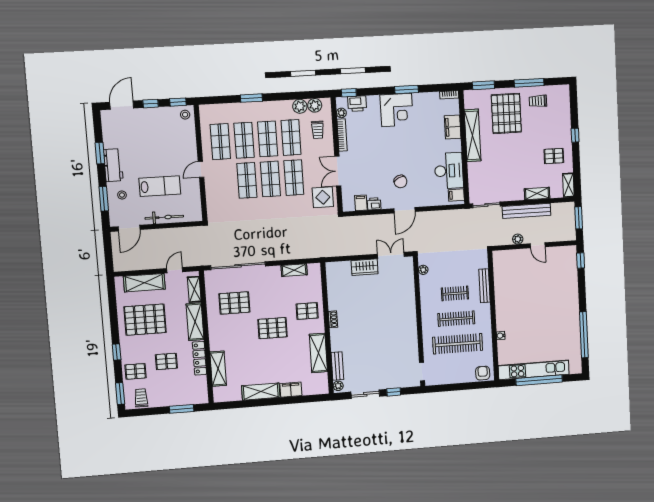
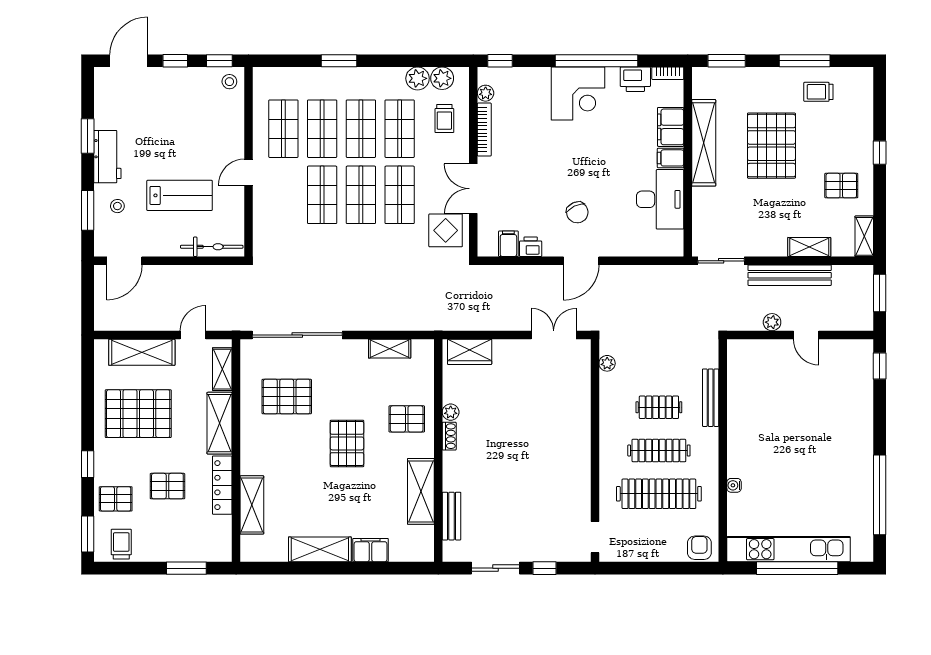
window: (406, 90) -> (596, 61), width x2.11
printer: (357, 104) -> (635, 79), moved
pallet: (506, 113) -> (771, 146), moved
filing cabinet: (456, 195) -> (671, 158), moved
bicycle: (164, 217) -> (212, 247), moved
wardrobe: (365, 267) -> (470, 352), moved
pallet: (273, 328) -> (347, 443), turned 90
plant: (338, 386) -> (451, 412), moved

